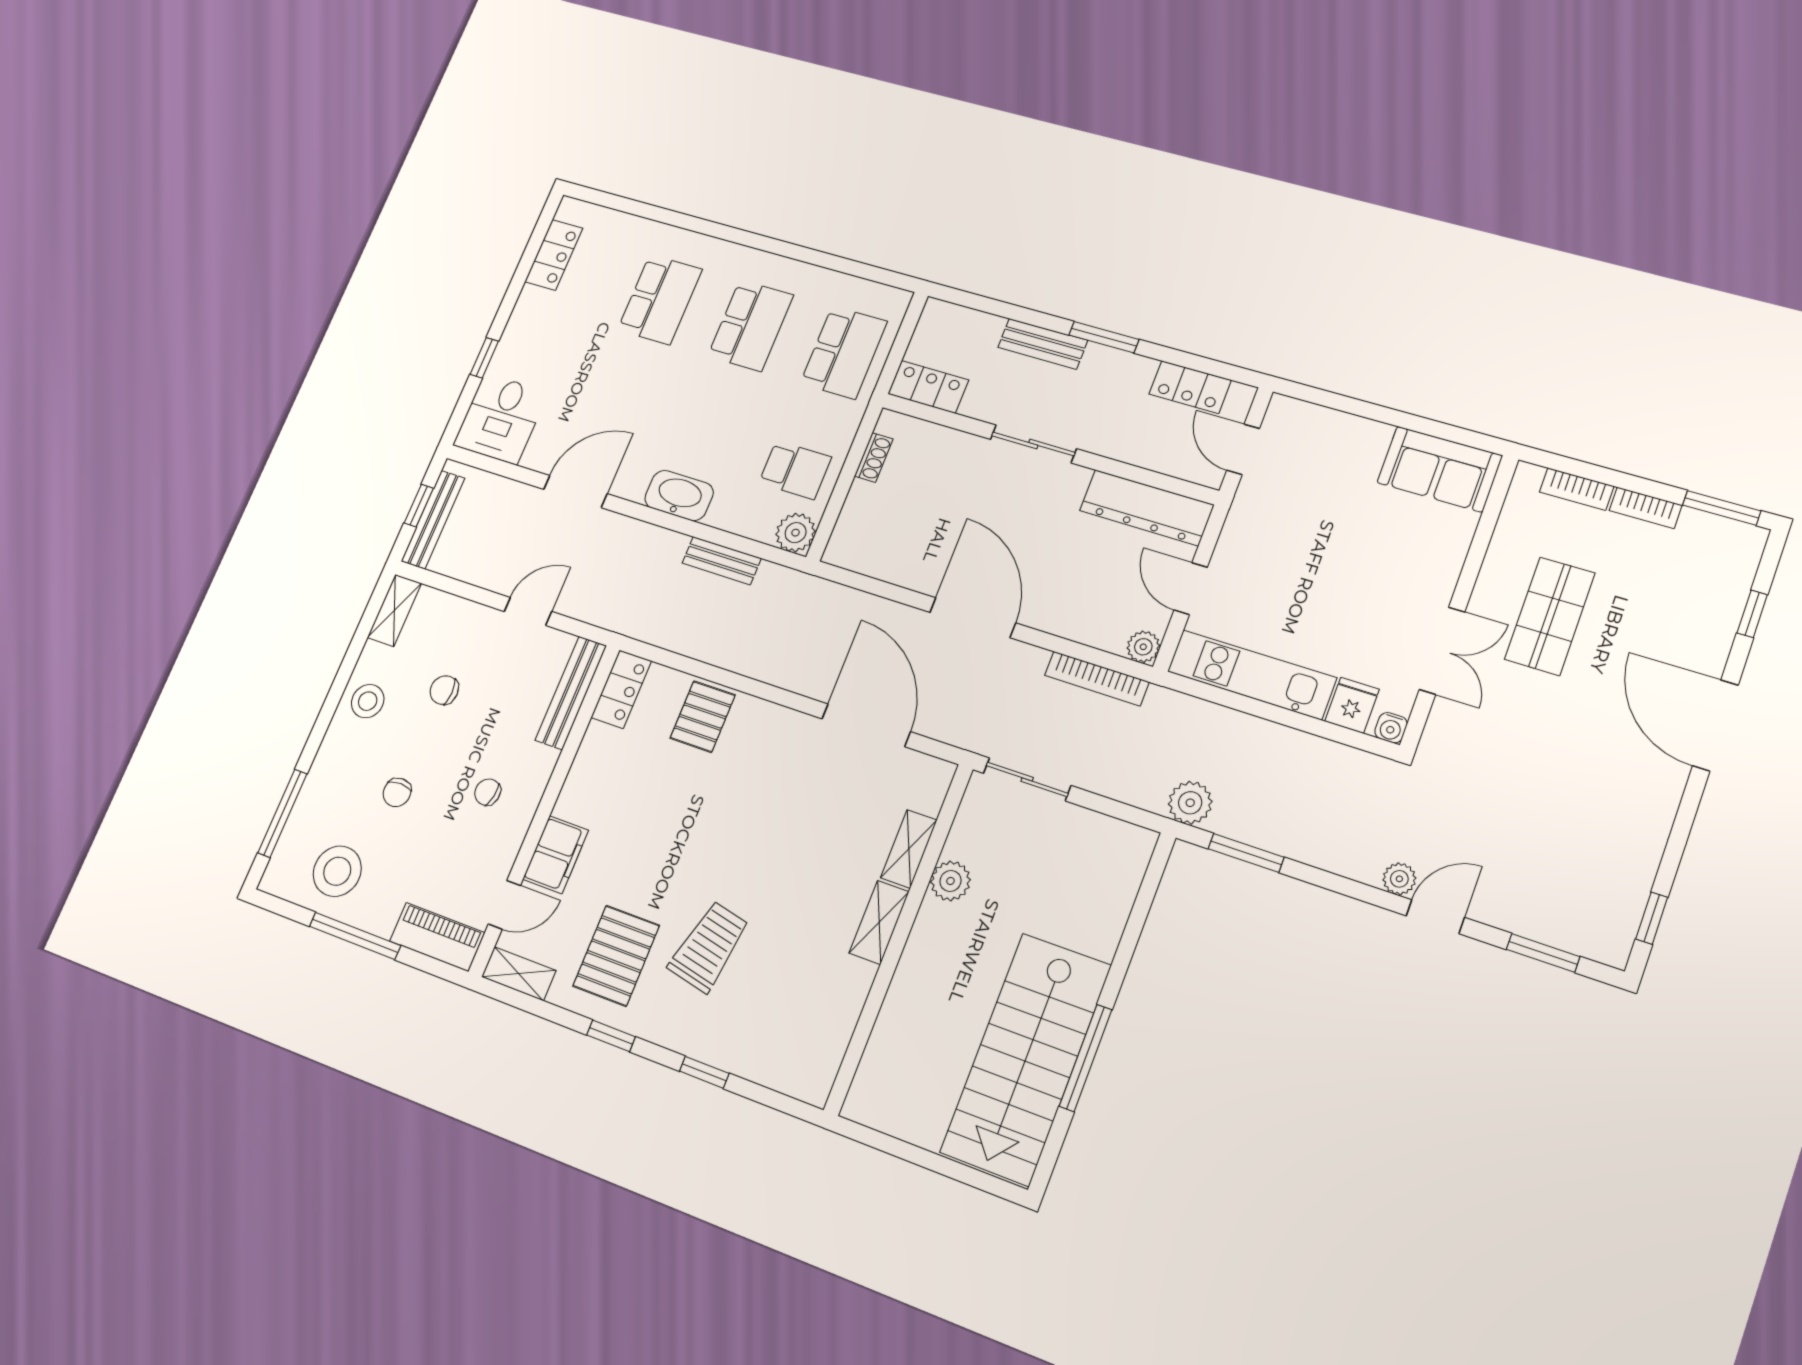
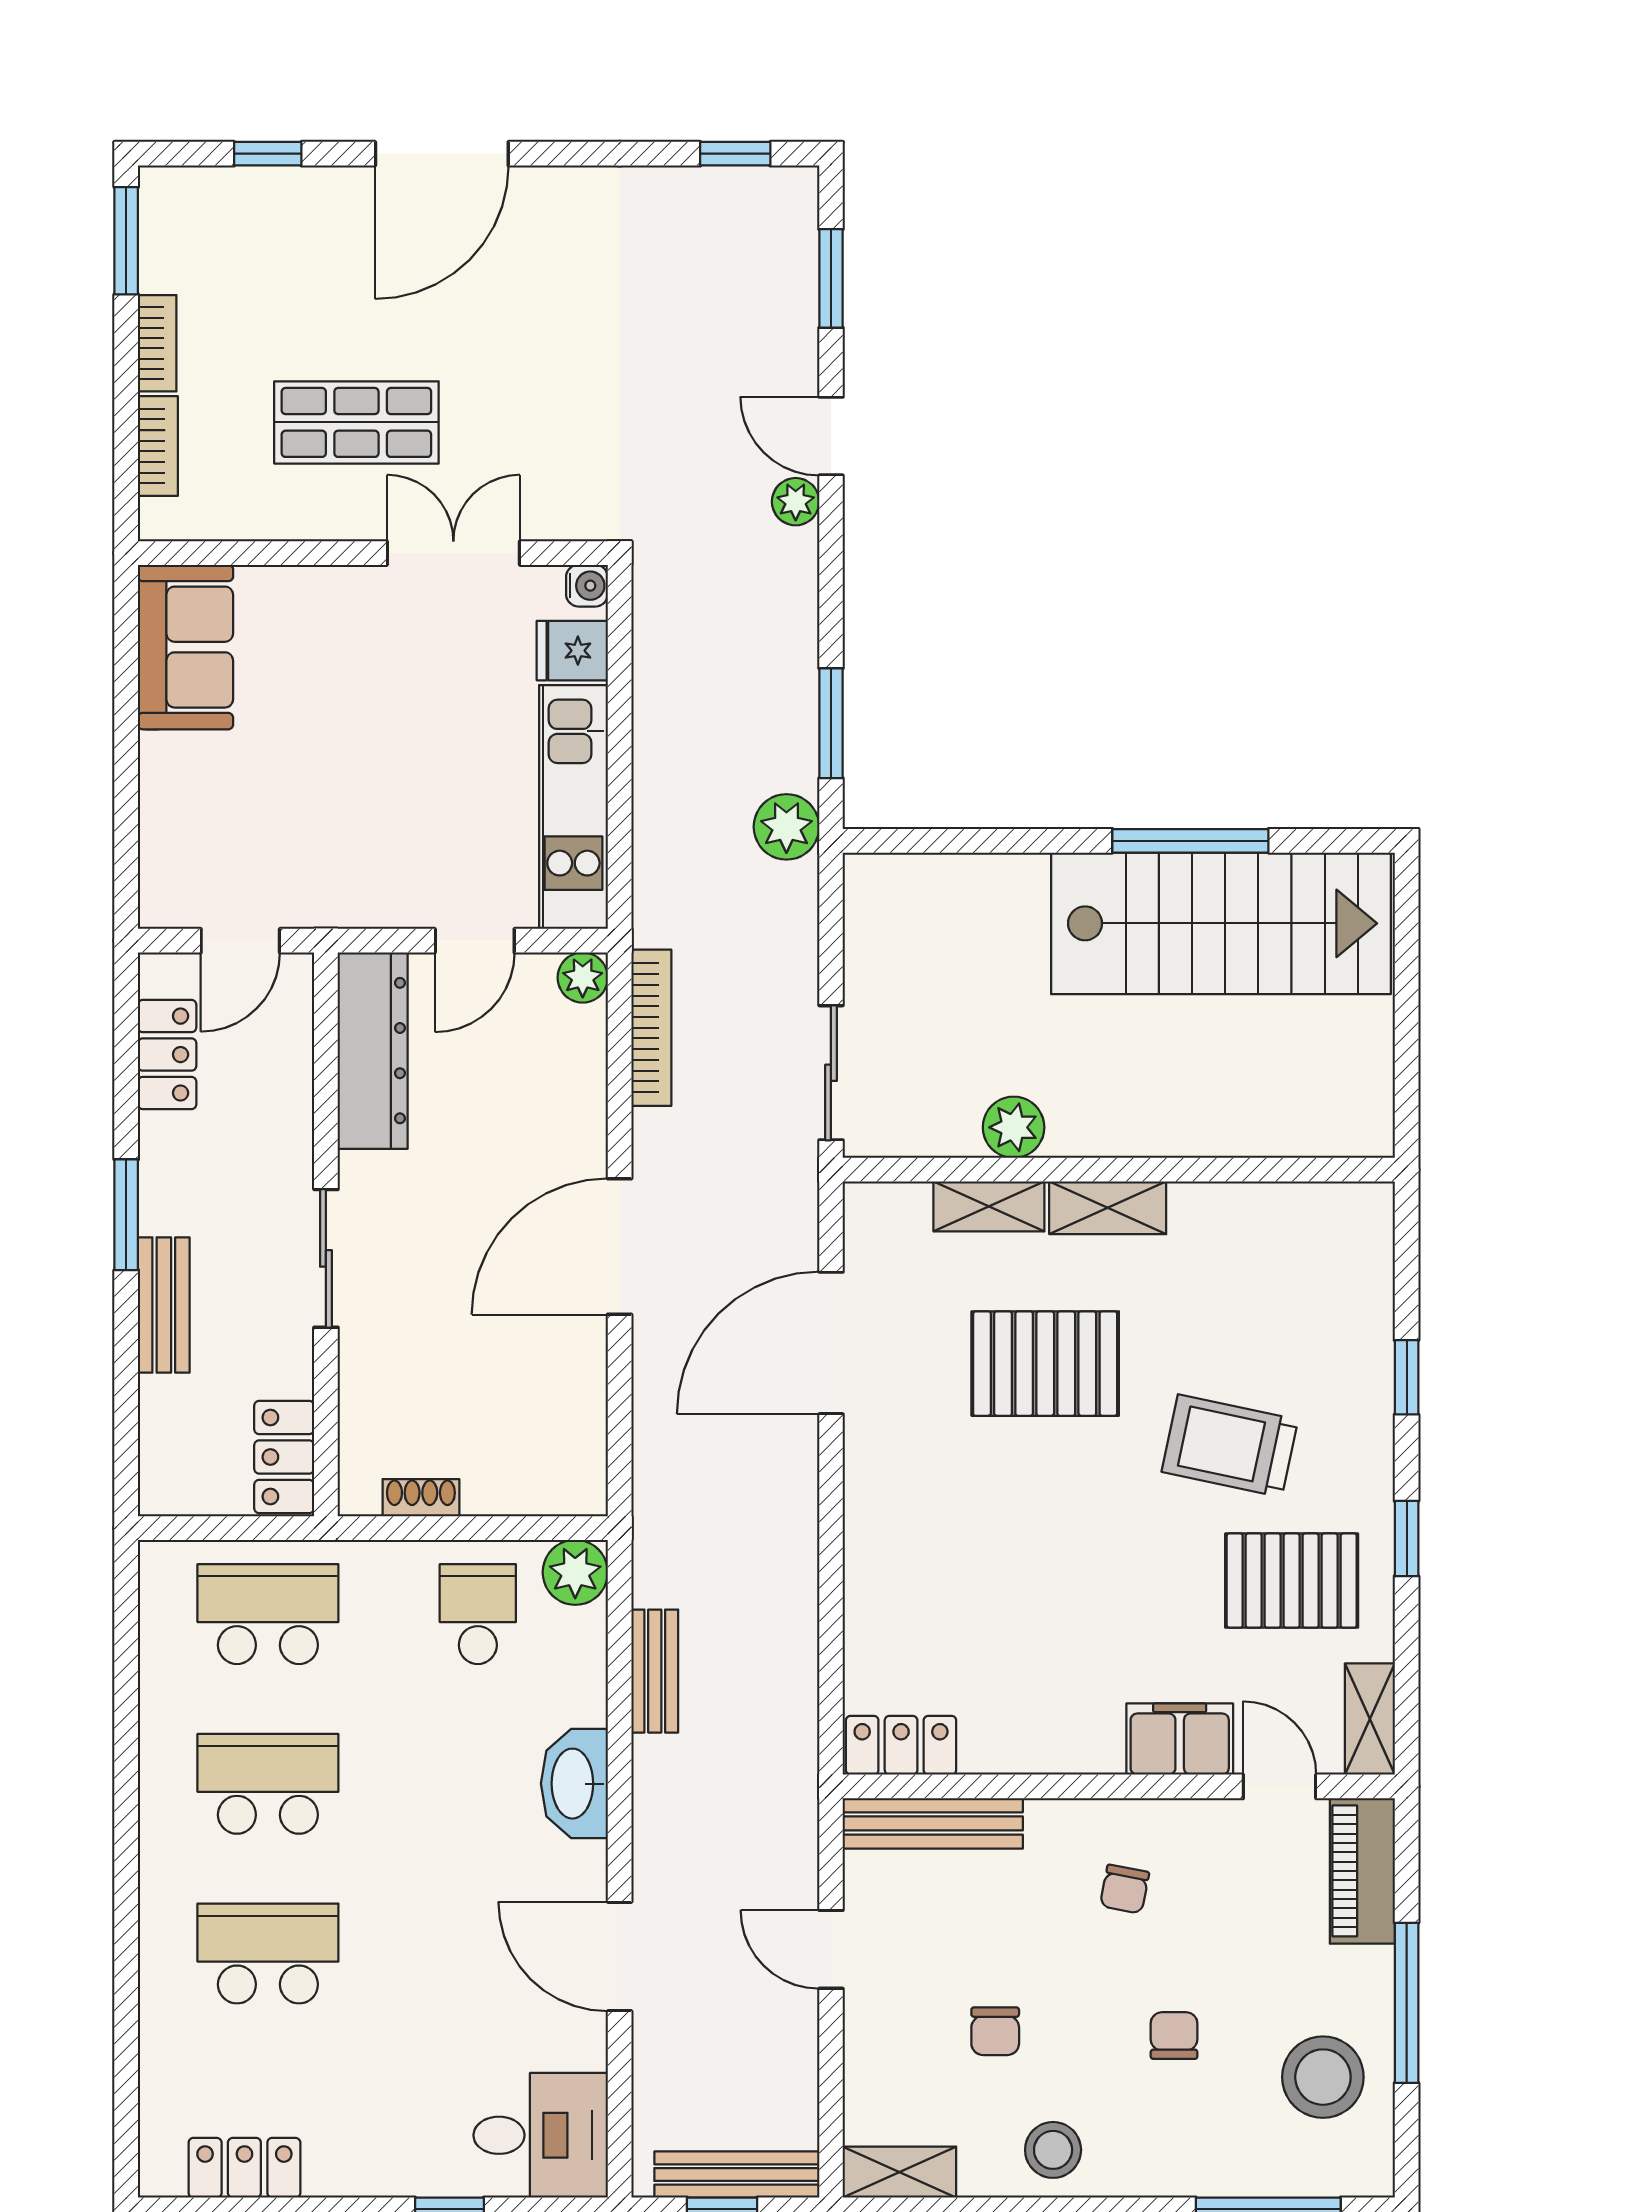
pallet: (703, 717) -> (1045, 1364), moved, width x1.50, depth x1.42
chair: (397, 792) -> (1174, 2036), turned -90

